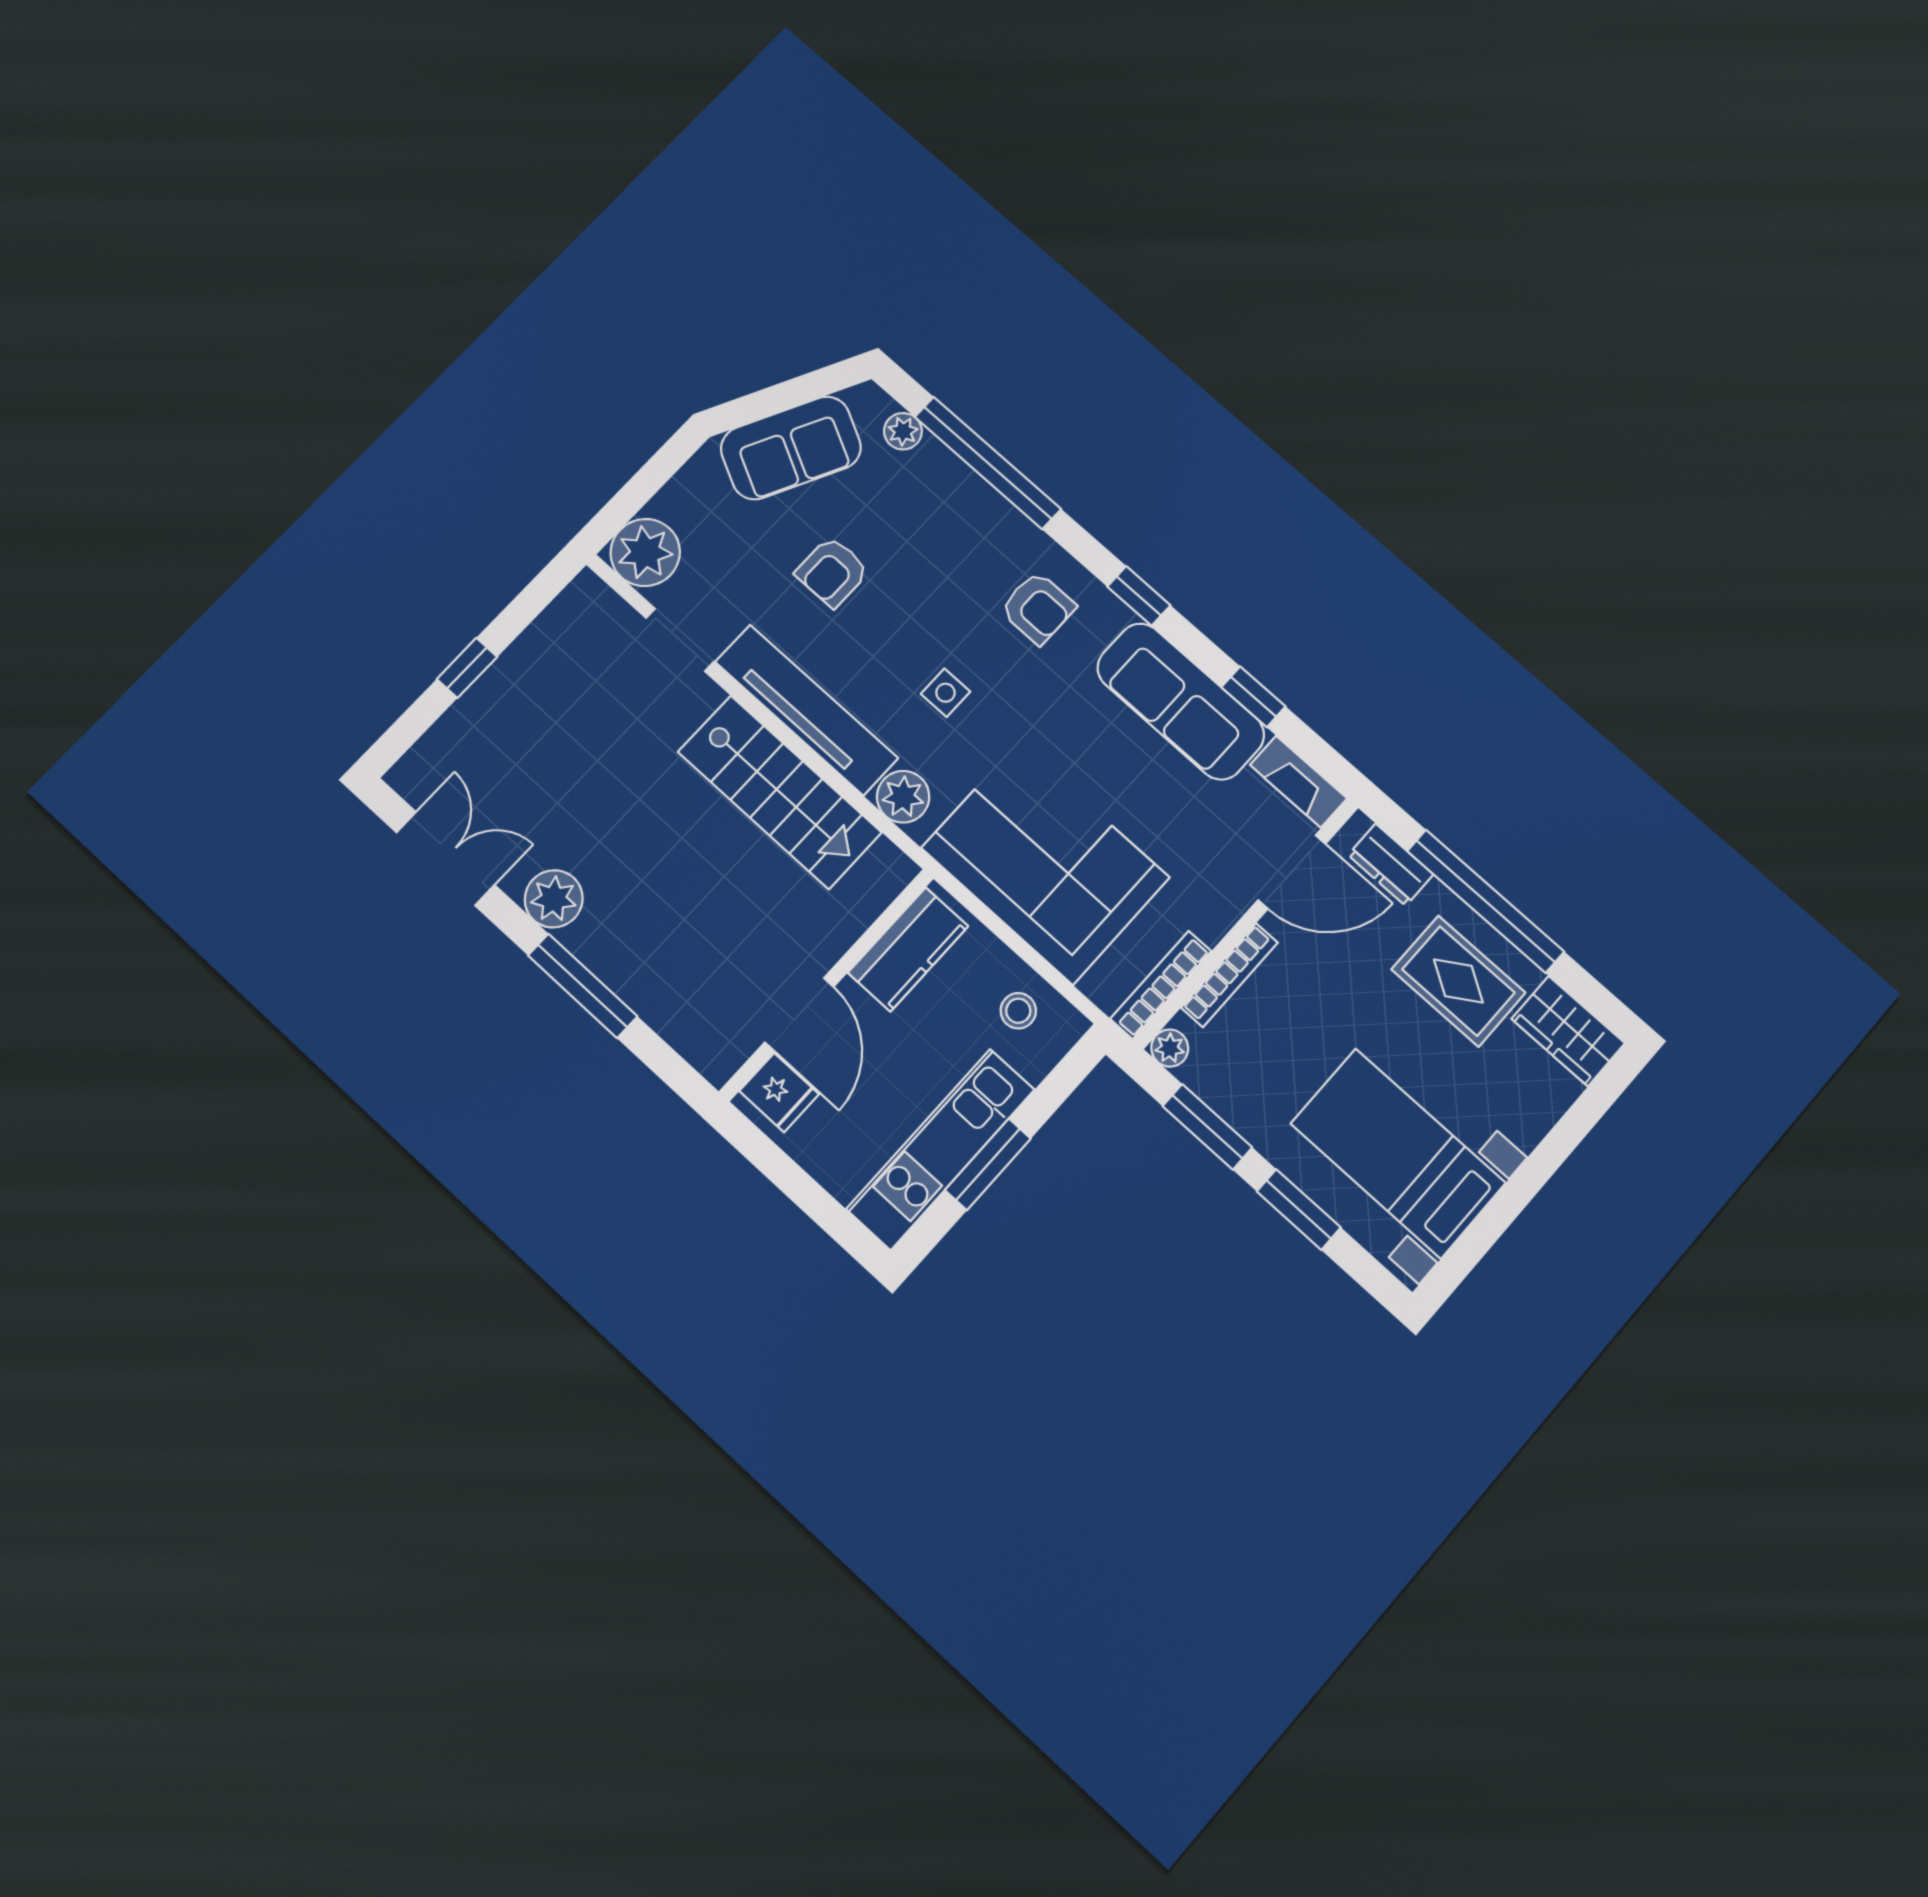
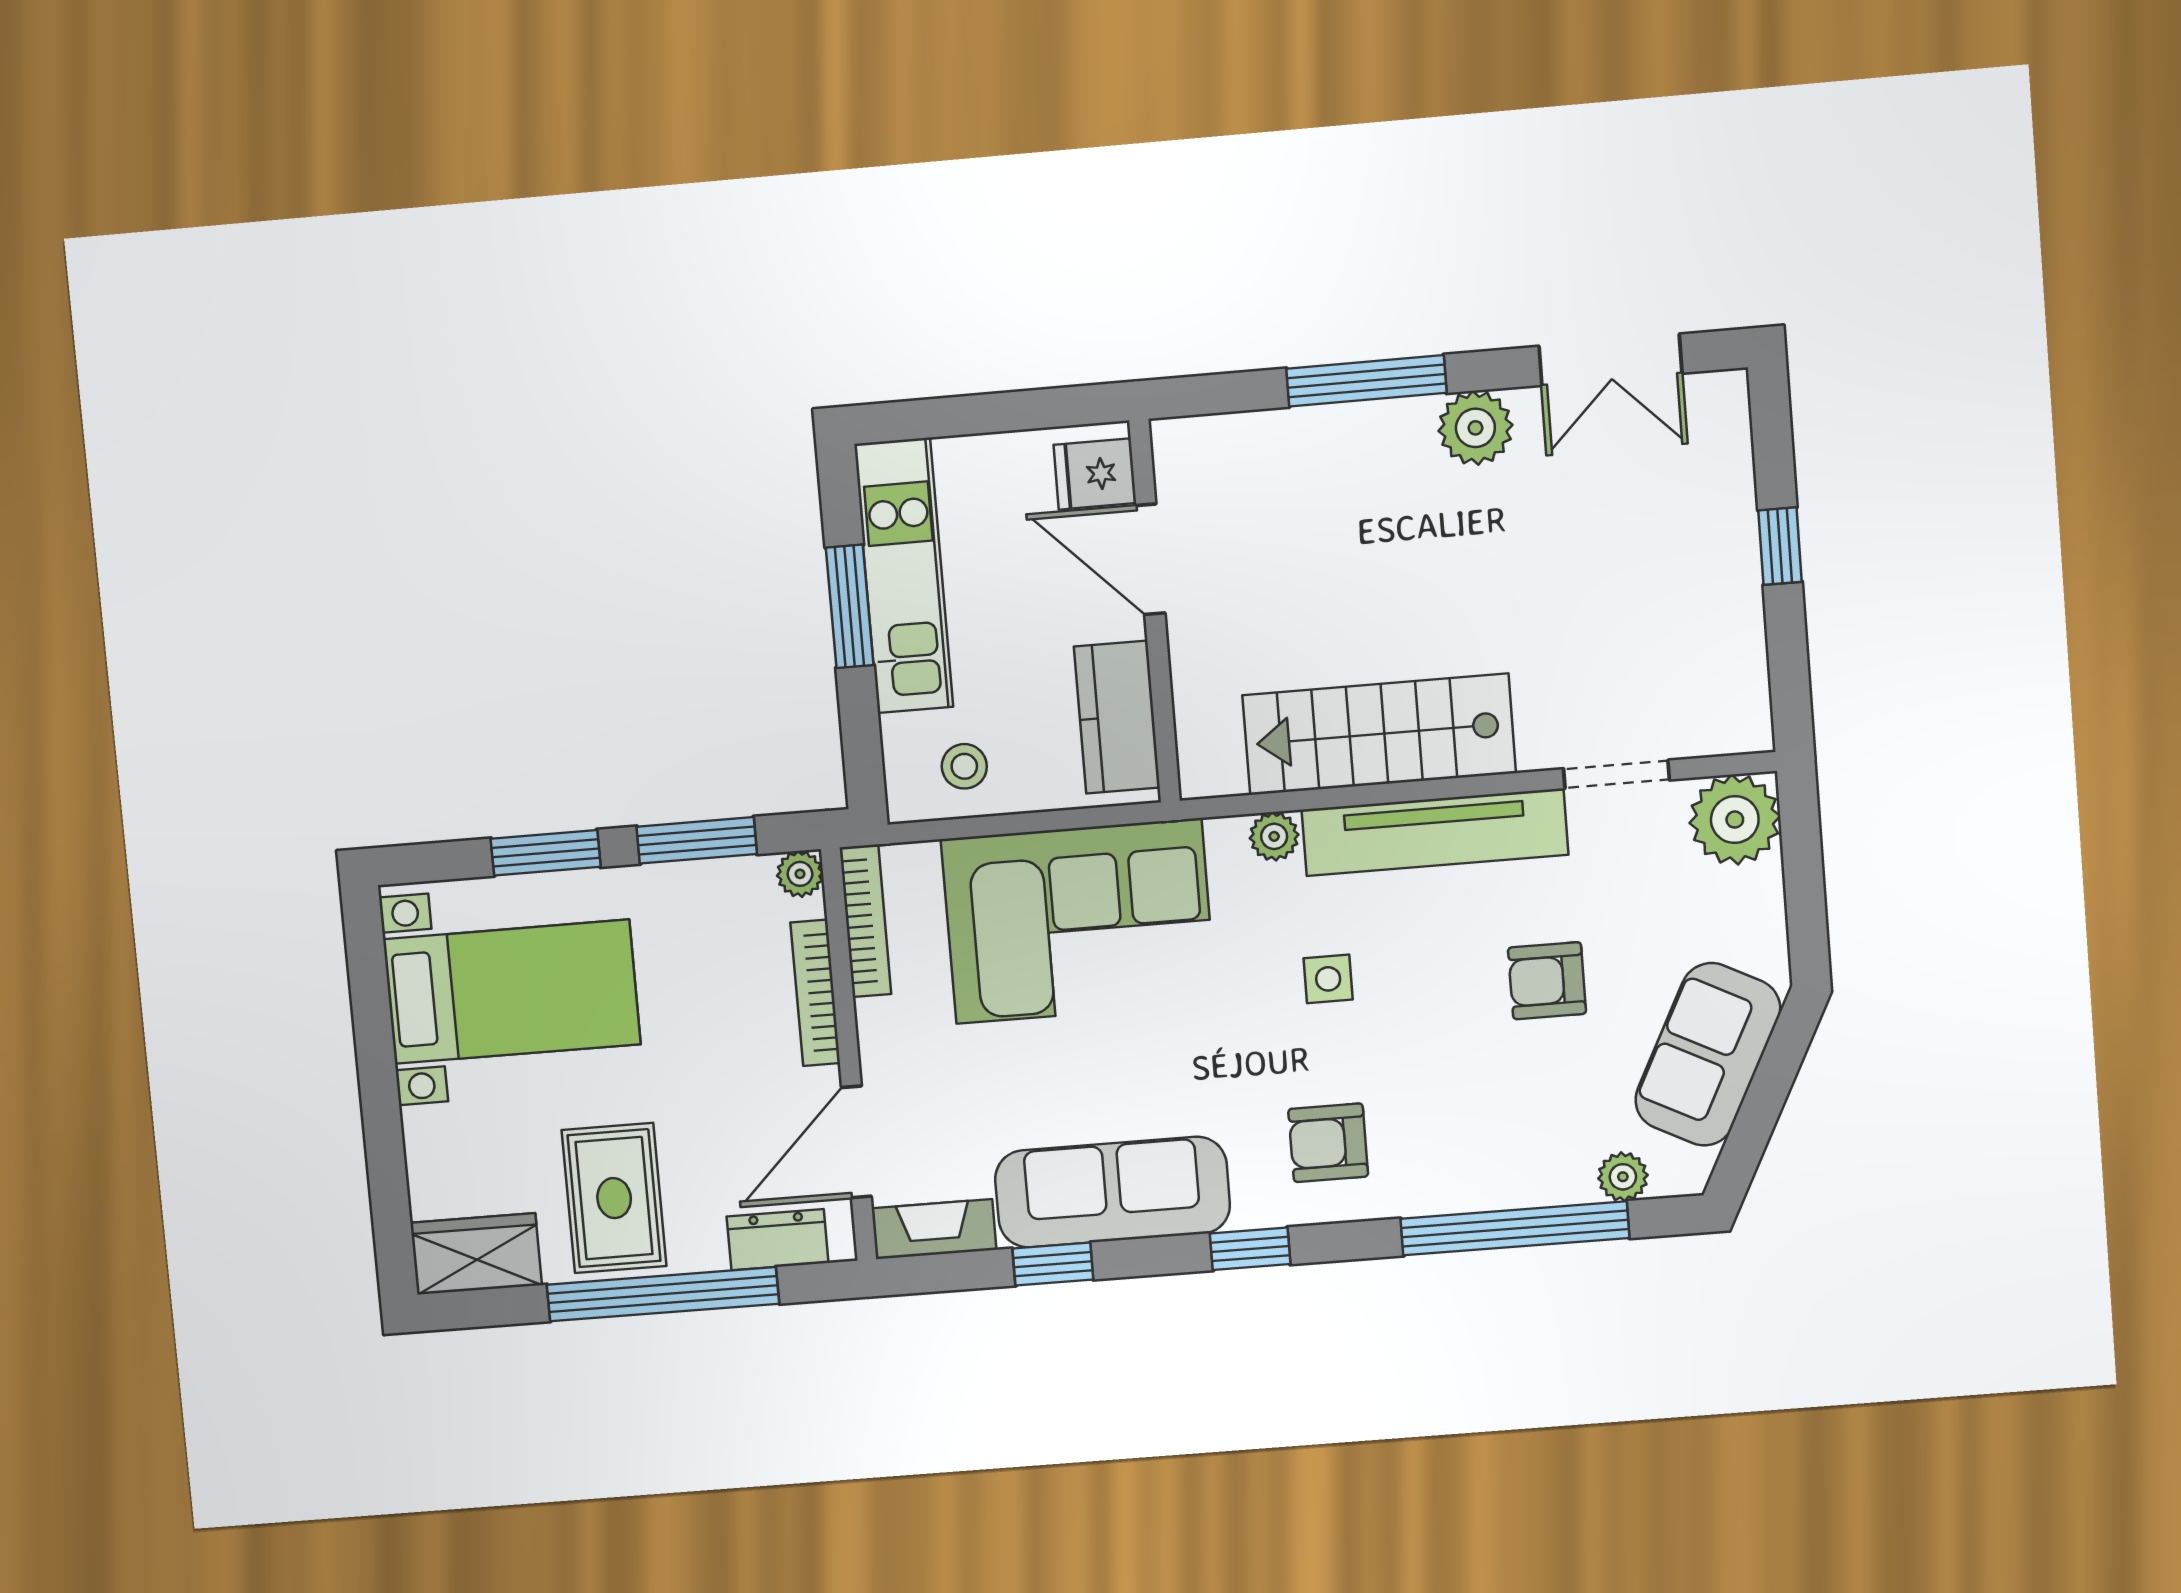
armchair: (832, 572) -> (1547, 981), turned -90
plant: (903, 797) -> (1274, 836), width x0.73, depth x0.73
rug: (1458, 981) -> (614, 1198), turned 90

